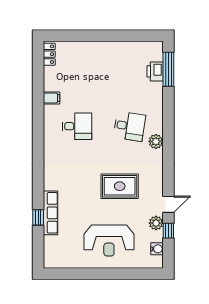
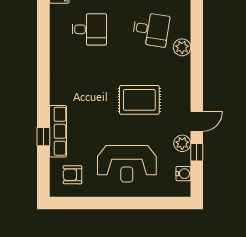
armchair: (63, 250) -> (72, 175), added

